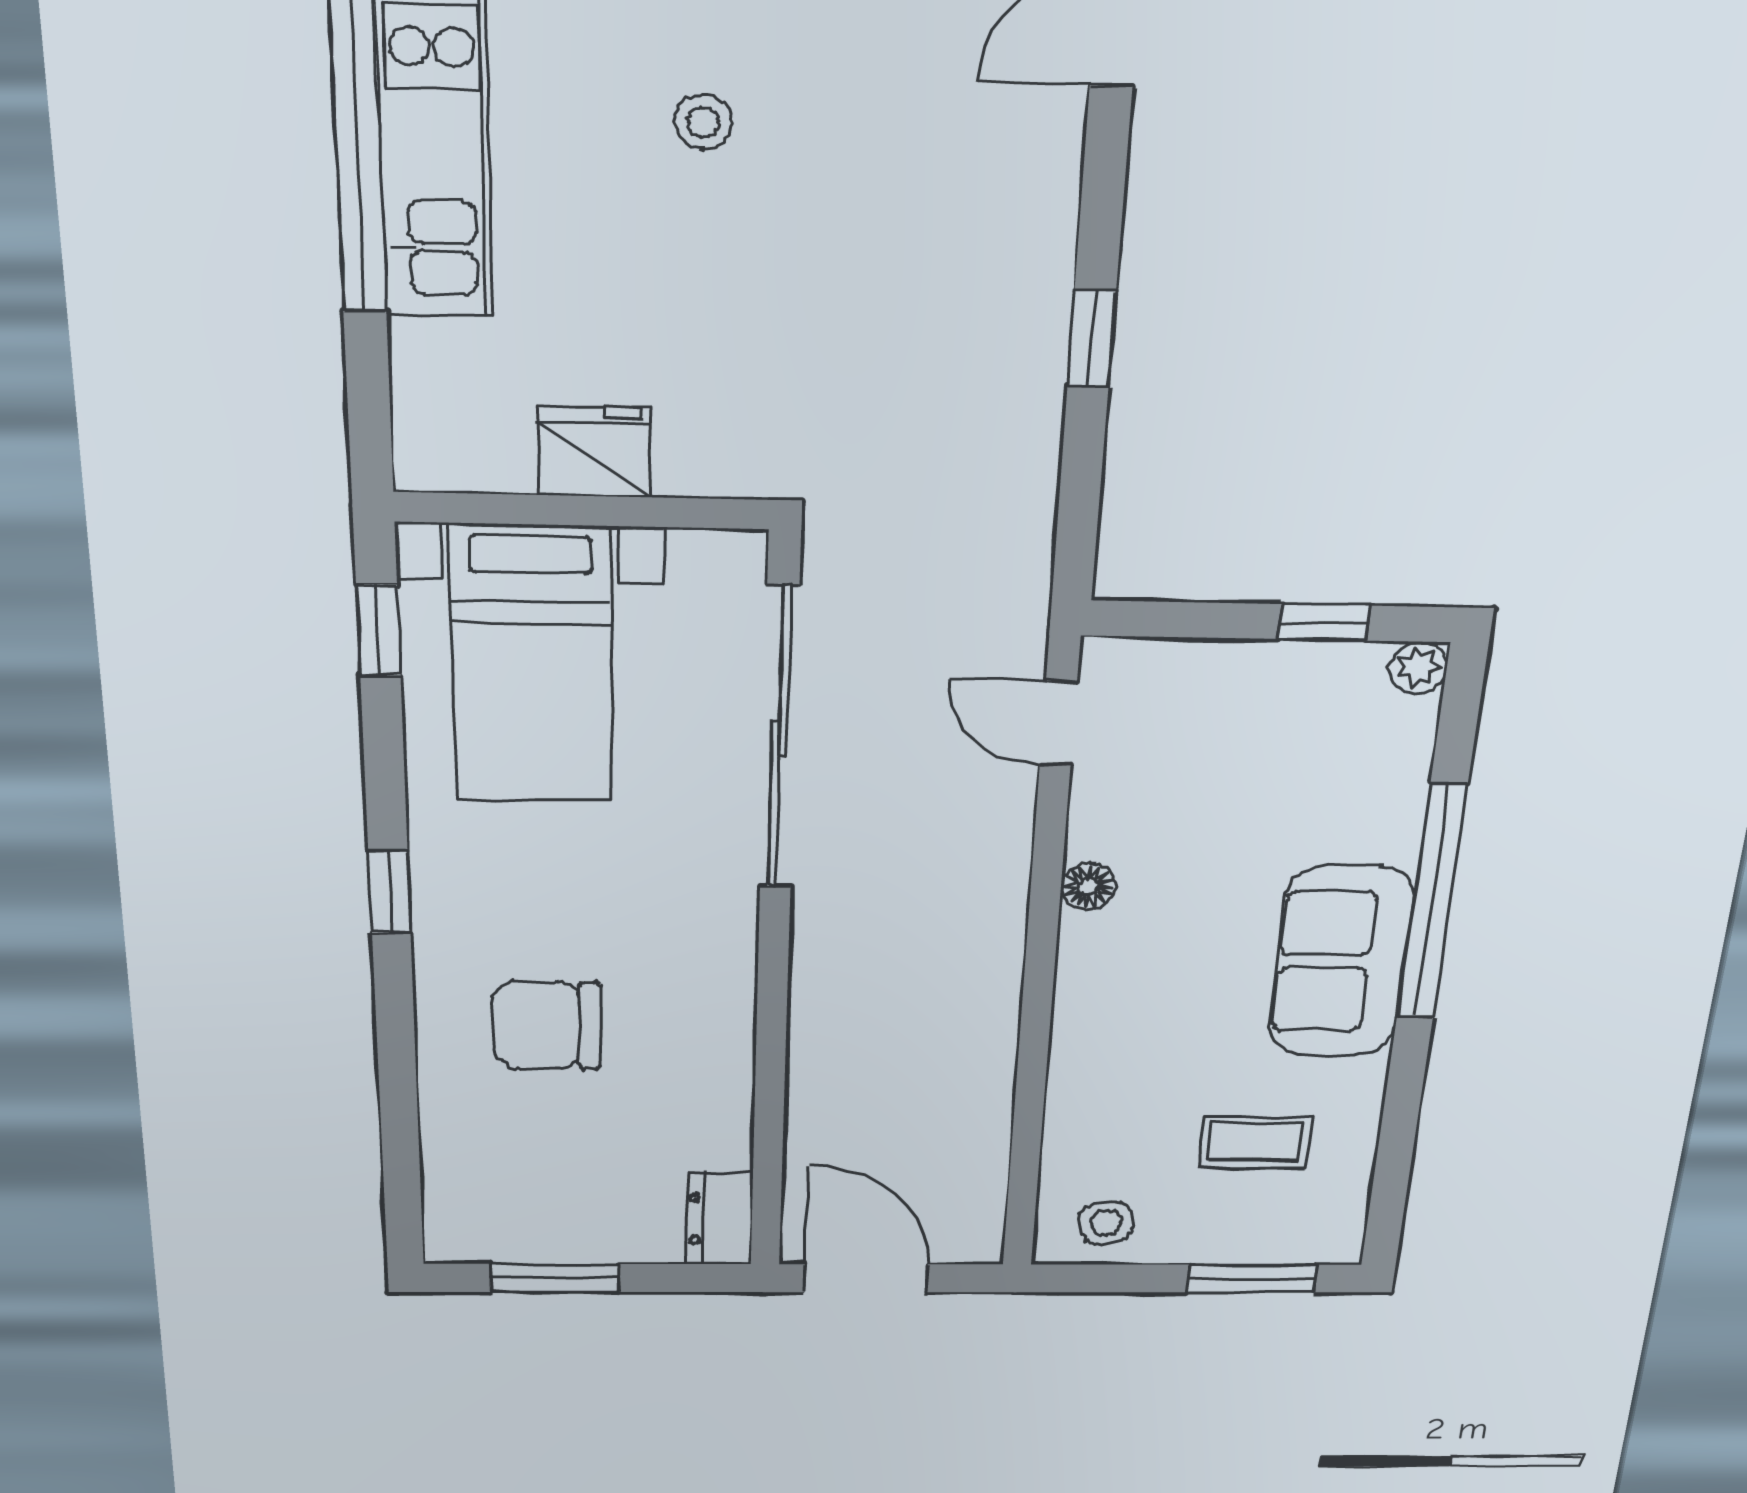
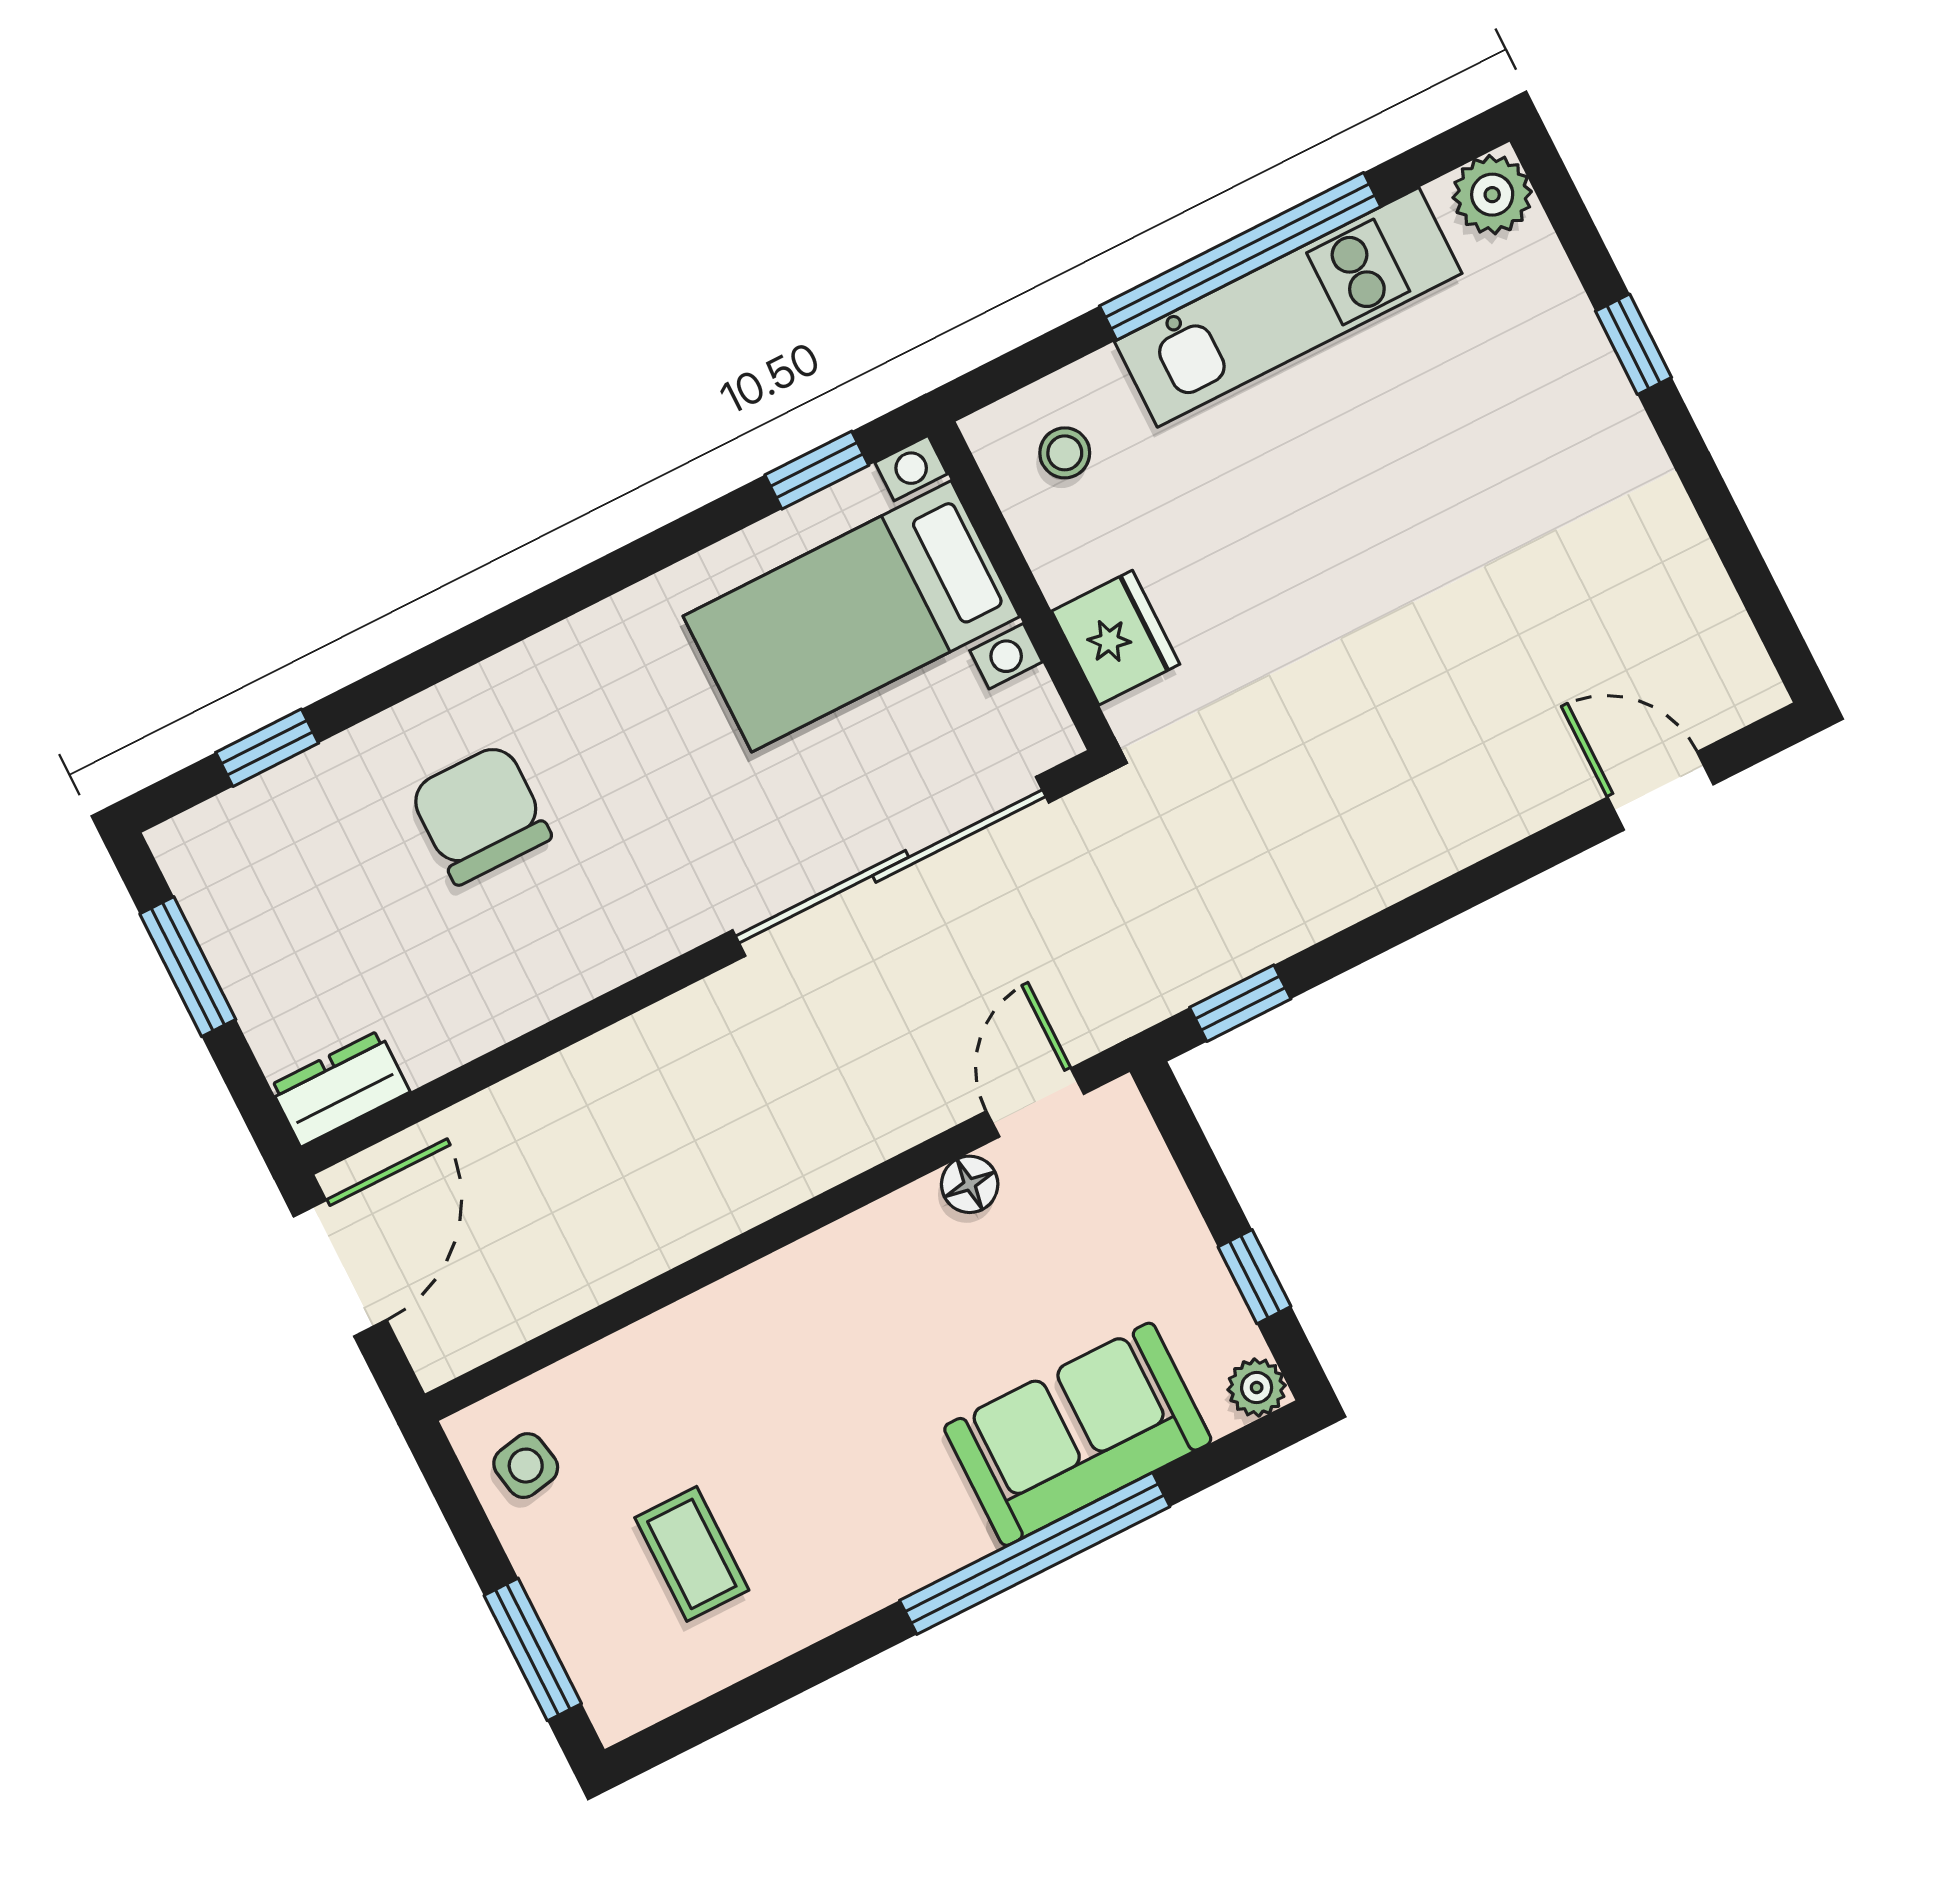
stool: (703, 122) -> (1065, 453), moved
window: (1092, 339) -> (1240, 1003), moved
fridge: (594, 452) -> (1116, 638), moved
floor lamp: (1088, 887) -> (970, 1184), moved
window: (390, 892) -> (267, 748), moved
sofa: (1341, 962) -> (1078, 1434), moved

